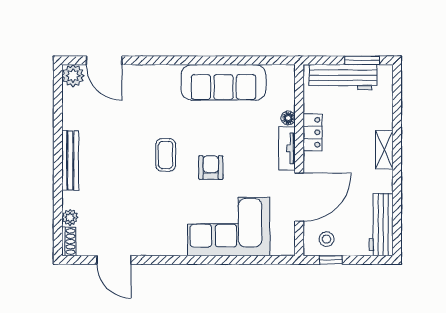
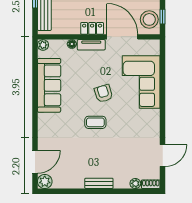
plant: (287, 73) -> (43, 45), added
locker: (313, 132) -> (92, 28), moved
bench: (70, 160) -> (99, 183), width x0.73
armchair: (211, 168) -> (104, 93), turned 73
stool: (327, 239) -> (149, 19), width x1.89, depth x1.89

